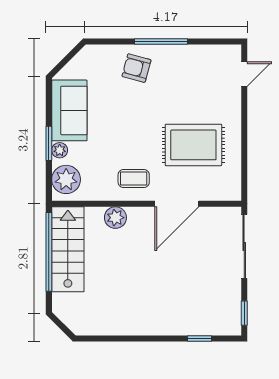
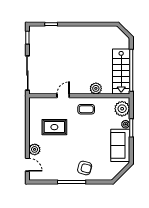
door: (244, 74) -> (27, 165), swing flipped
plant: (231, 103) -> (35, 149), added
rug: (193, 145) -> (54, 127), width x0.73, depth x0.70
door: (177, 204) -> (63, 96), width x0.53

